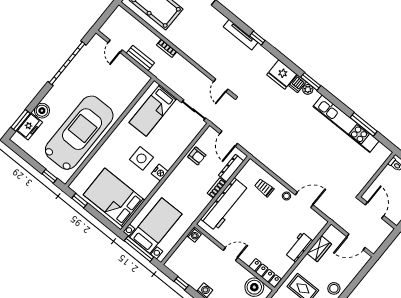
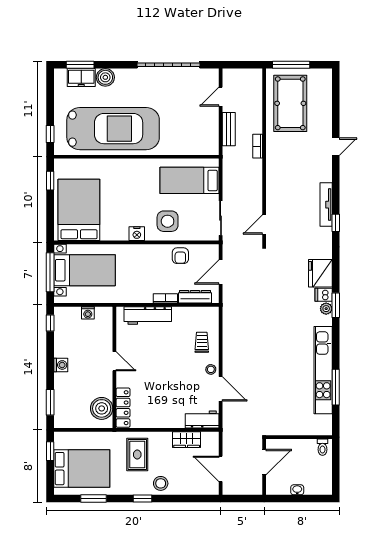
side table: (141, 158) -> (168, 221), moved
workbench: (225, 204) -> (148, 316), width x0.73, depth x0.76
washing machine: (194, 235) -> (88, 313), moved
workbench: (299, 247) -> (202, 420), moved
window: (181, 283) -> (50, 323), moved

